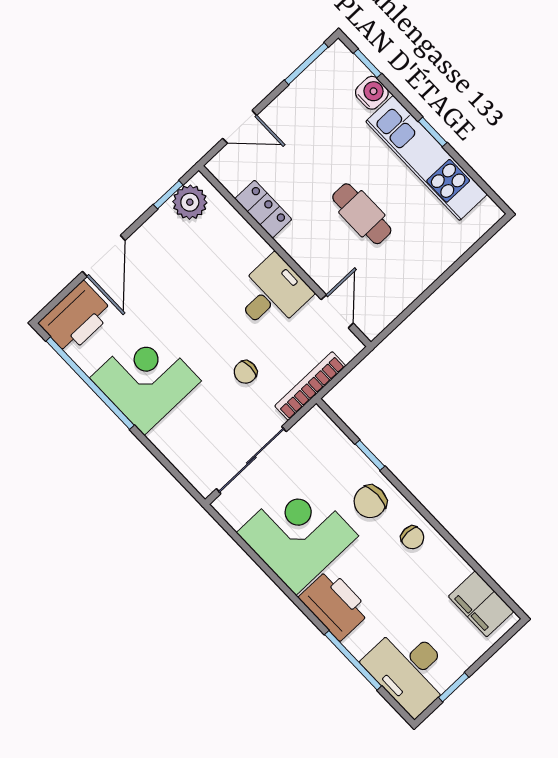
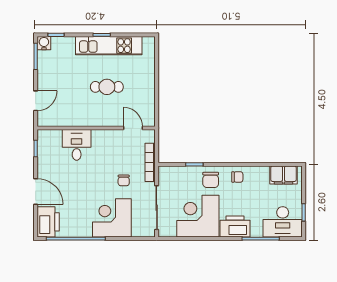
water cooler: (372, 93) -> (44, 43), moved
plant: (190, 202) -> (46, 143), removed
locker: (263, 209) -> (72, 120), removed
desk: (272, 294) -> (77, 145), moved
corner desk: (146, 379) -> (112, 218), moved

